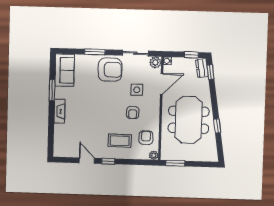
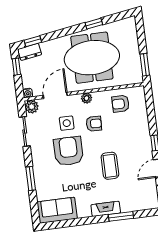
armchair: (110, 70) -> (69, 151), moved
door: (162, 84) -> (55, 95), hinge flipped
window: (52, 90) -> (121, 216), moved
coffee table: (120, 141) -> (110, 166), moved
plant: (154, 155) -> (87, 98), moved

